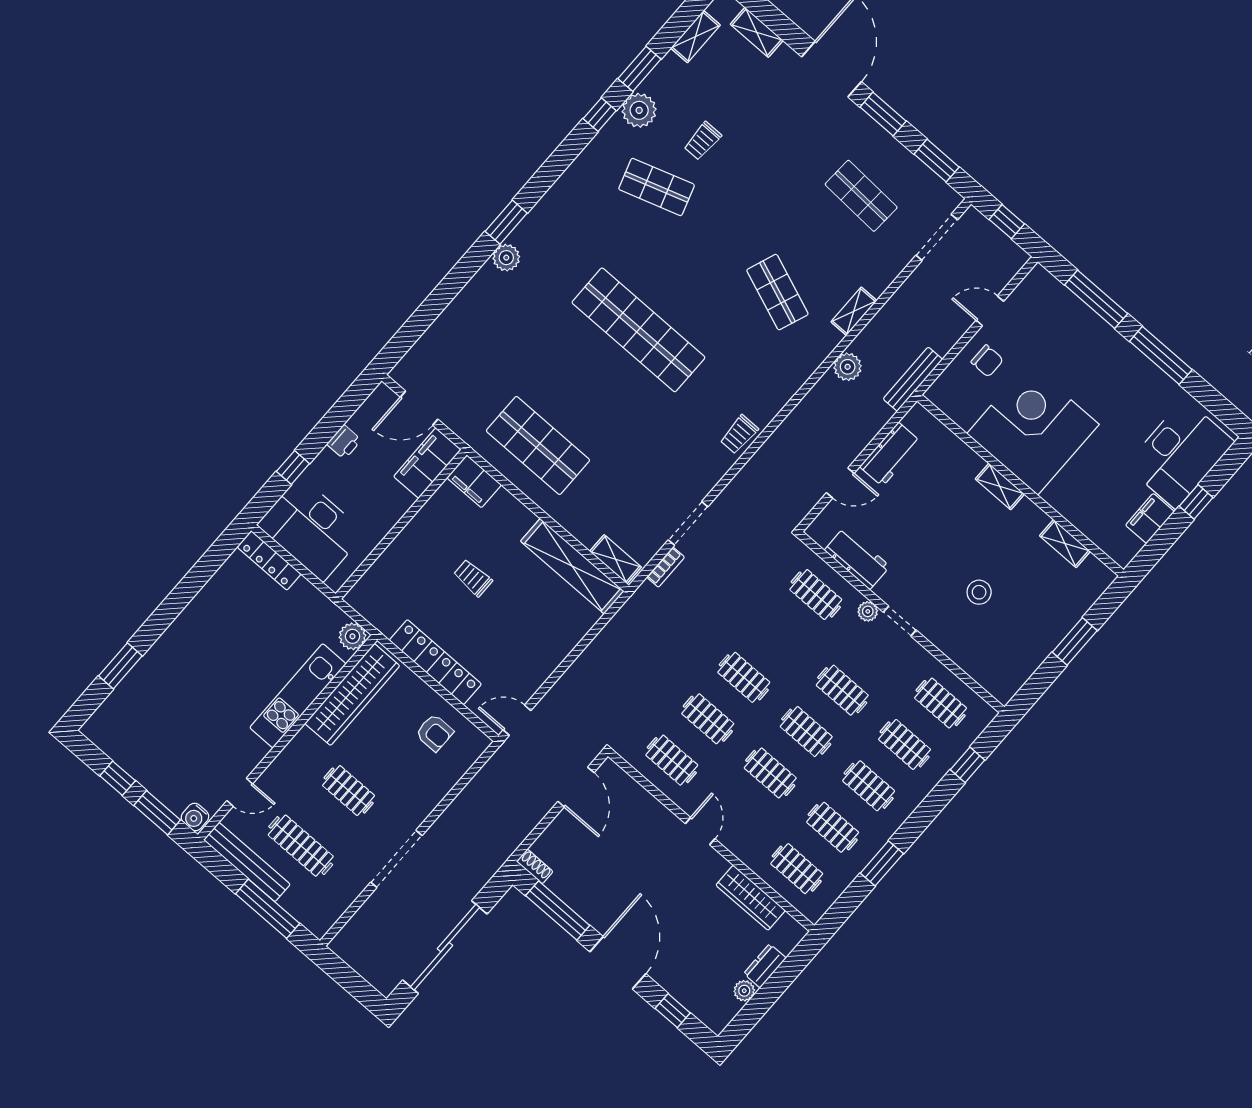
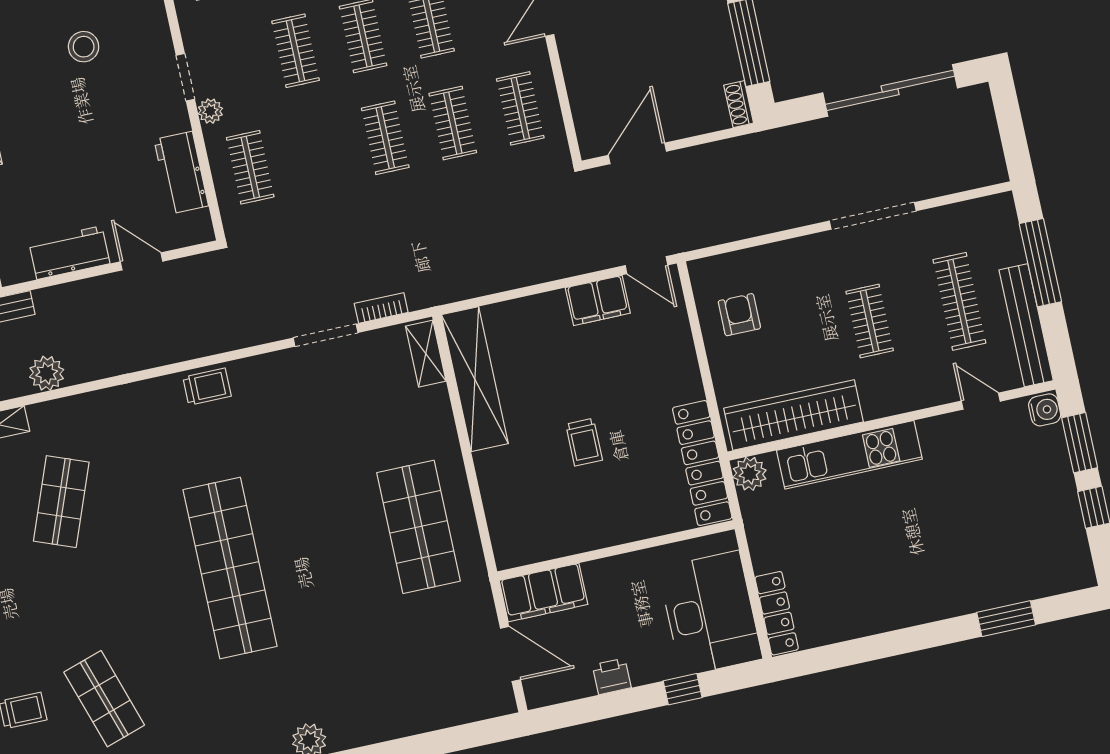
filing cabinet: (474, 481) -> (598, 300), moved, turned 90
locker: (435, 662) -> (702, 463), moved

